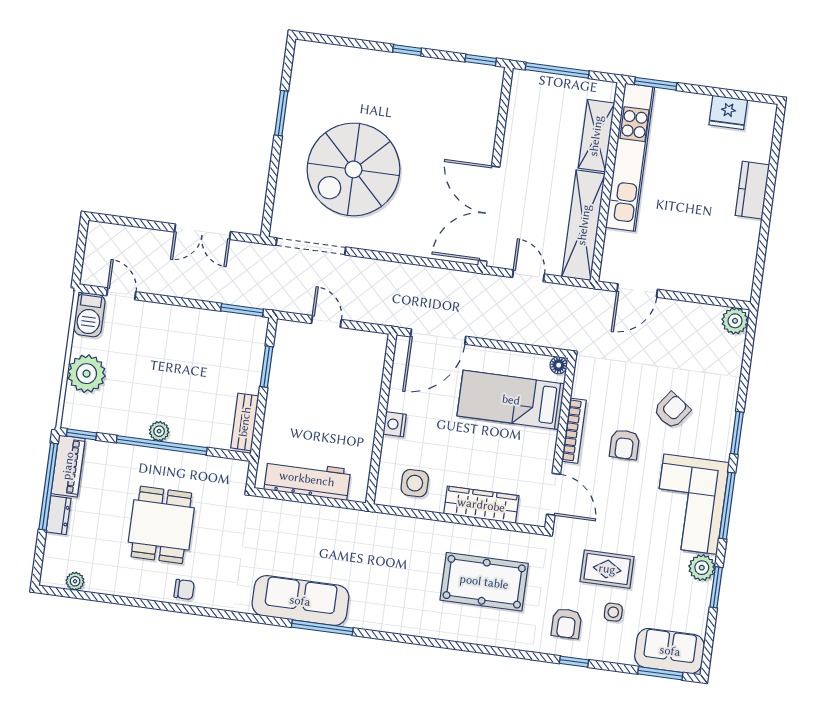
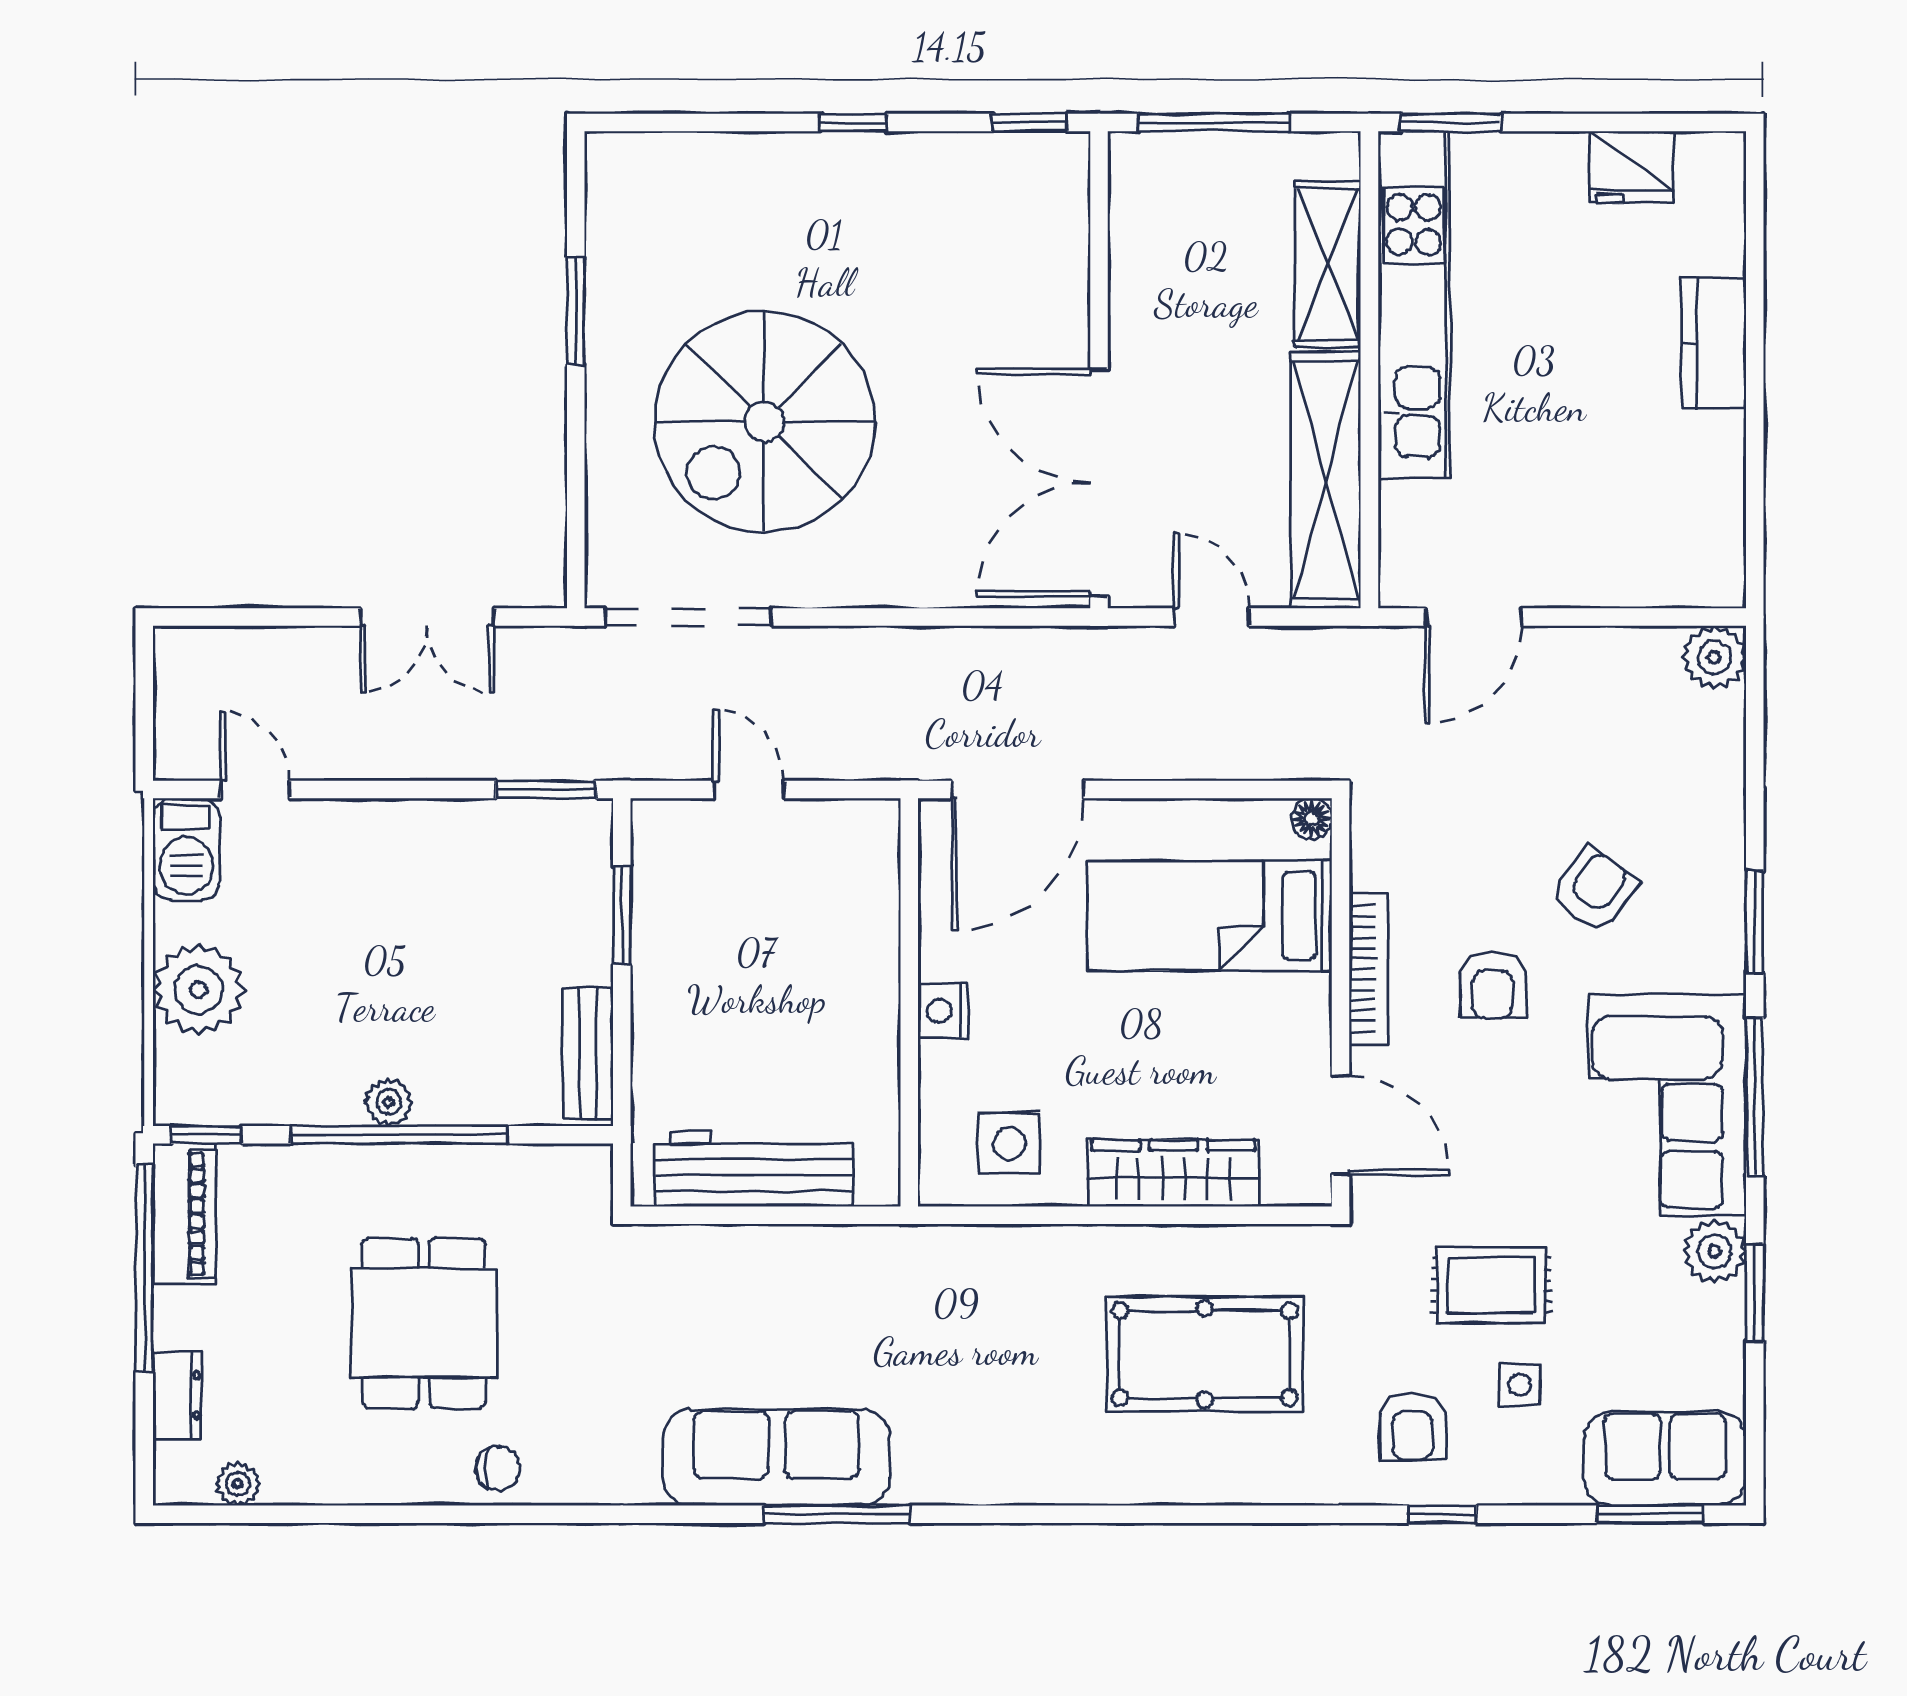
dresser: (58, 515) -> (178, 1395), moved

